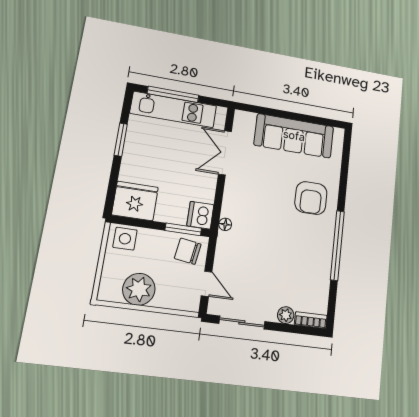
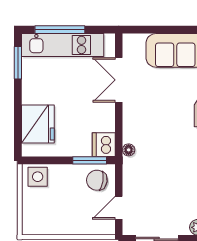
window: (121, 140) -> (18, 63), moved
fridge: (135, 201) -> (38, 124), moved, turned 90
door: (207, 284) -> (119, 208), swing flipped
plant: (139, 289) -> (58, 221), removed

